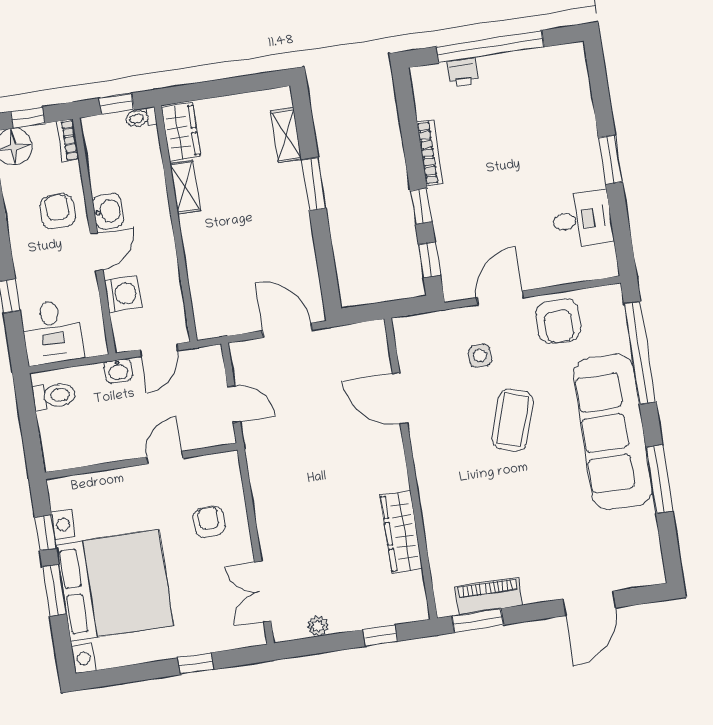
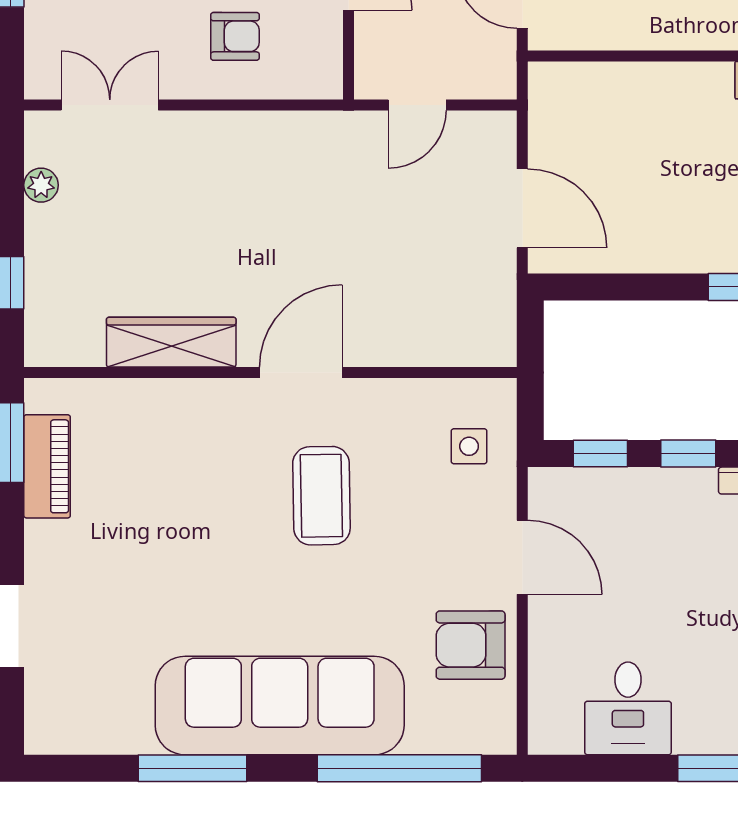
door: (287, 330) -> (522, 208), hinge flipped
side table: (480, 356) -> (469, 446), moved
door: (400, 398) -> (301, 372), moved
coffee table: (513, 420) -> (321, 496), moved, turned 71

